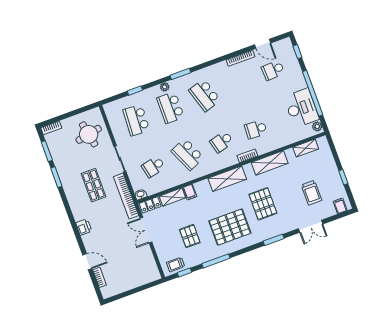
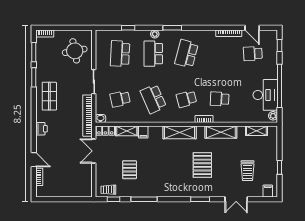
school desk: (205, 95) -> (186, 54), turned 33
shop shelf: (94, 185) -> (49, 96), moved
pallet: (230, 227) -> (167, 175), removed

